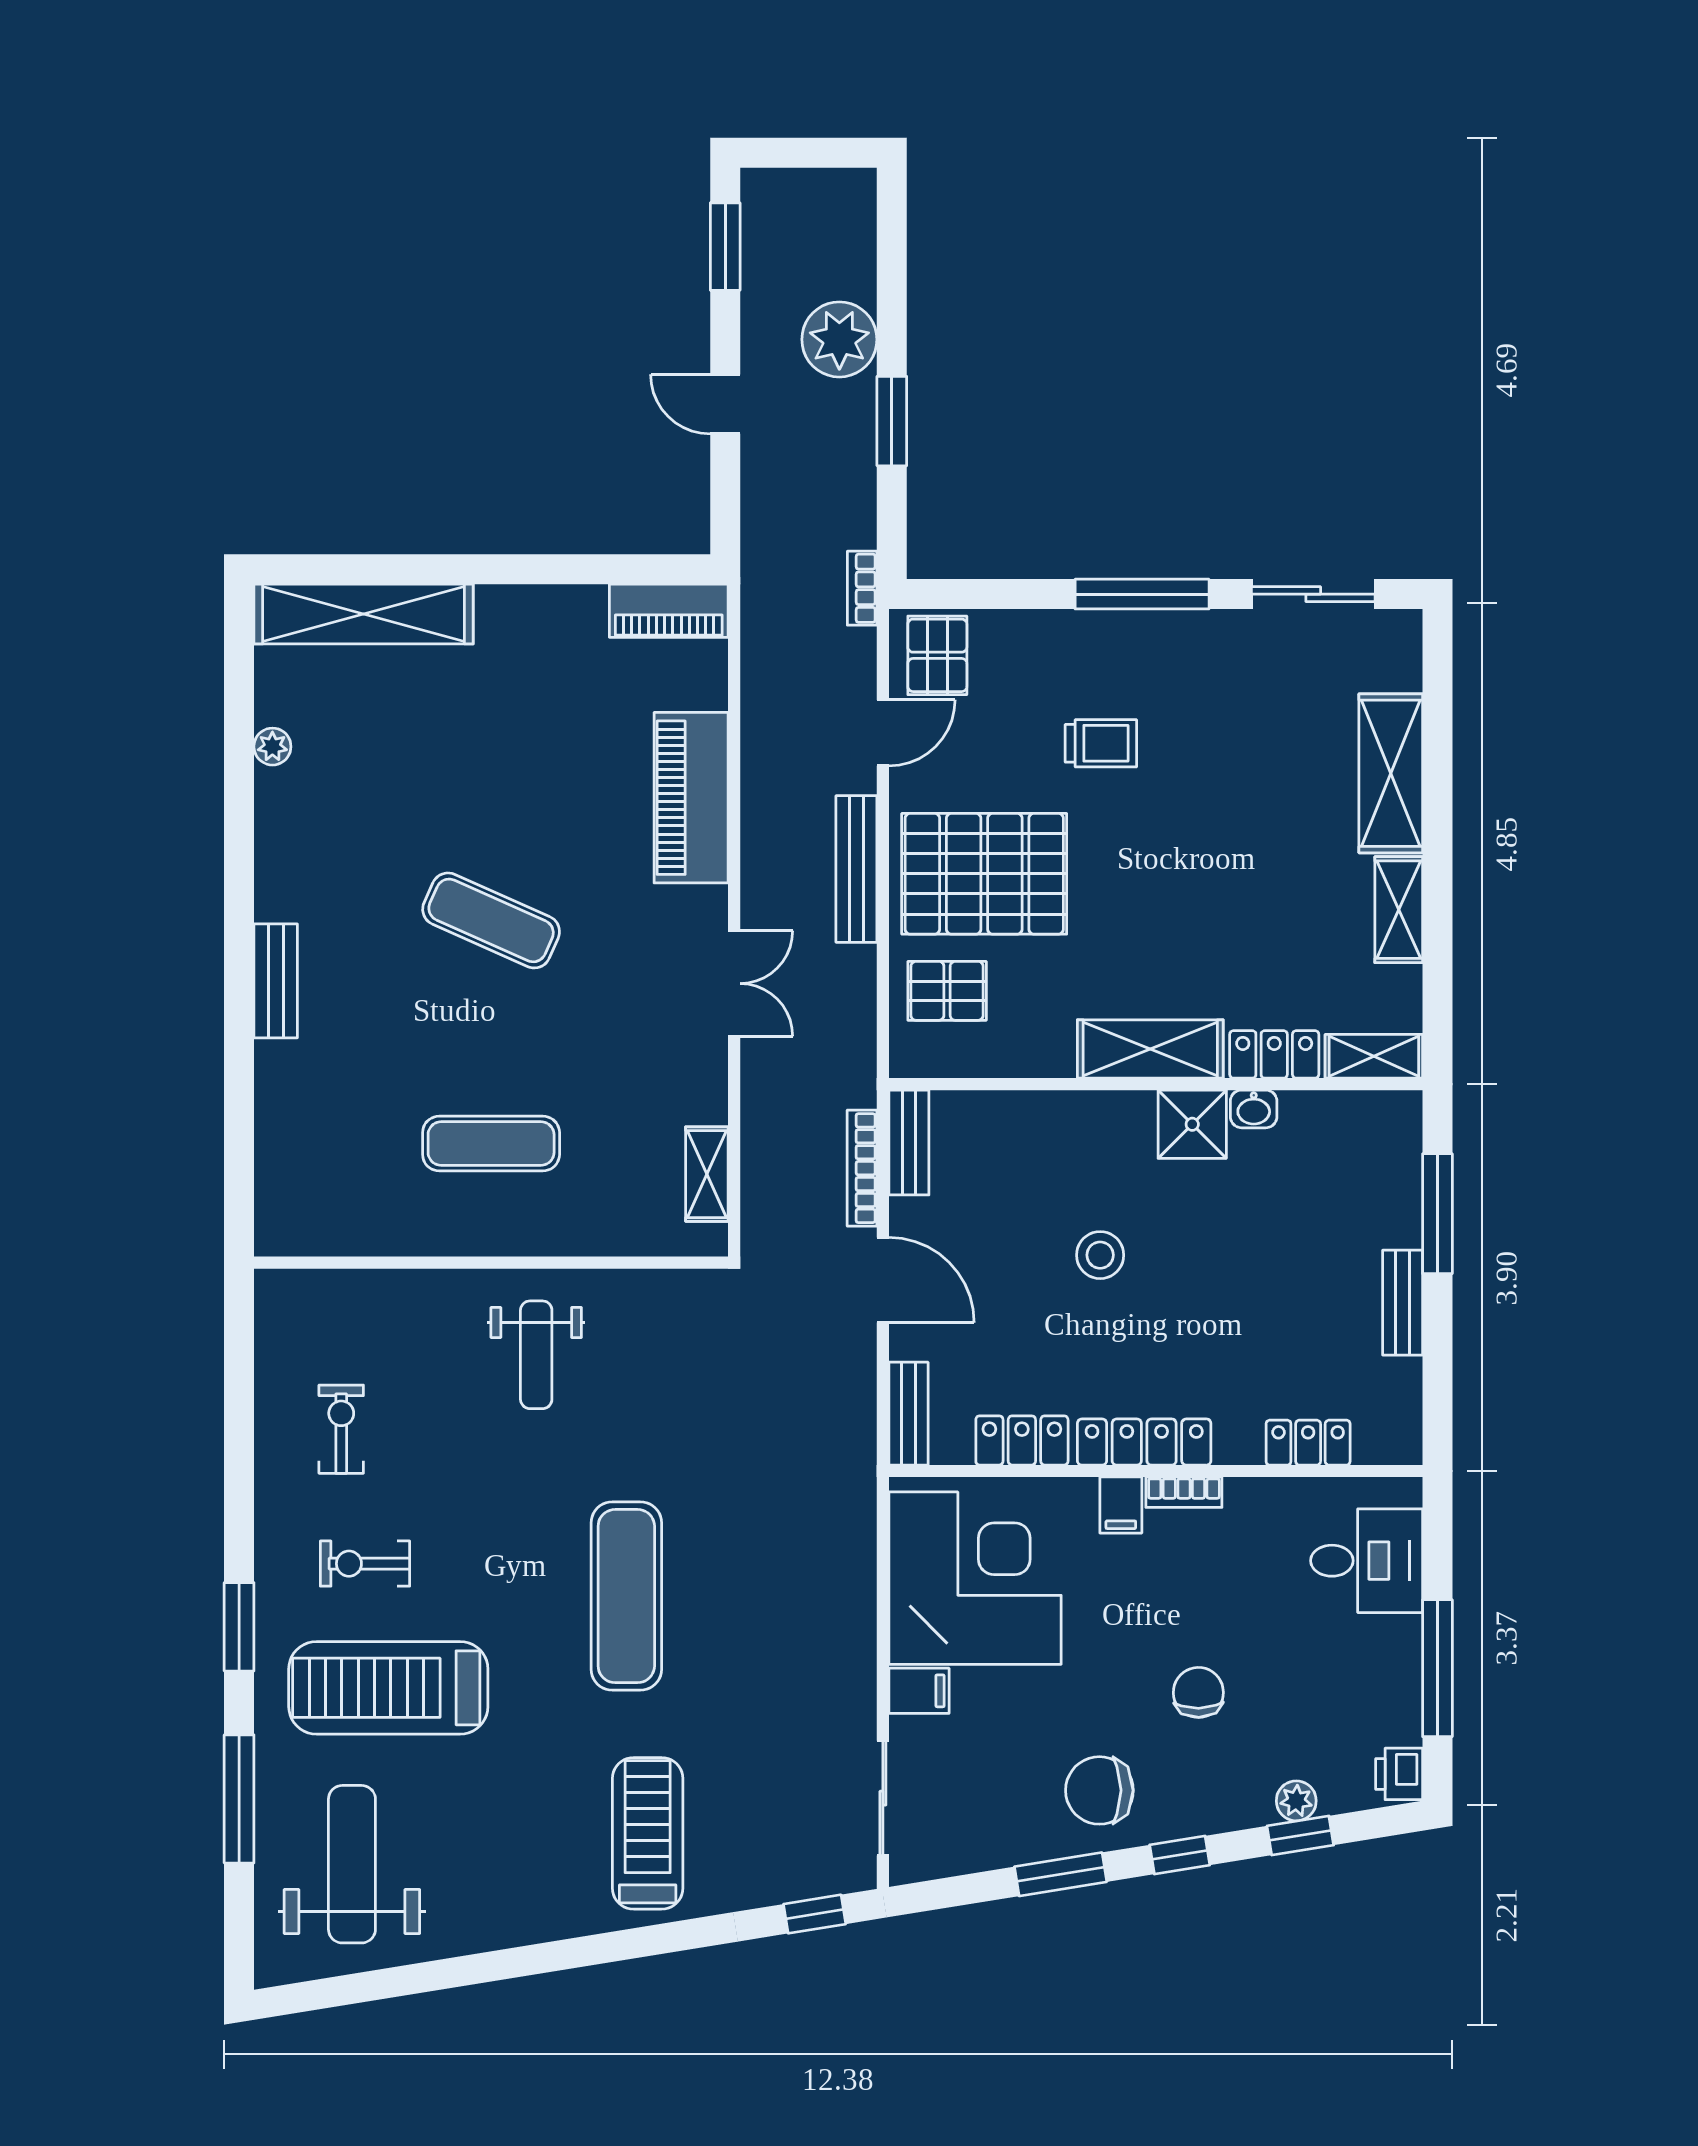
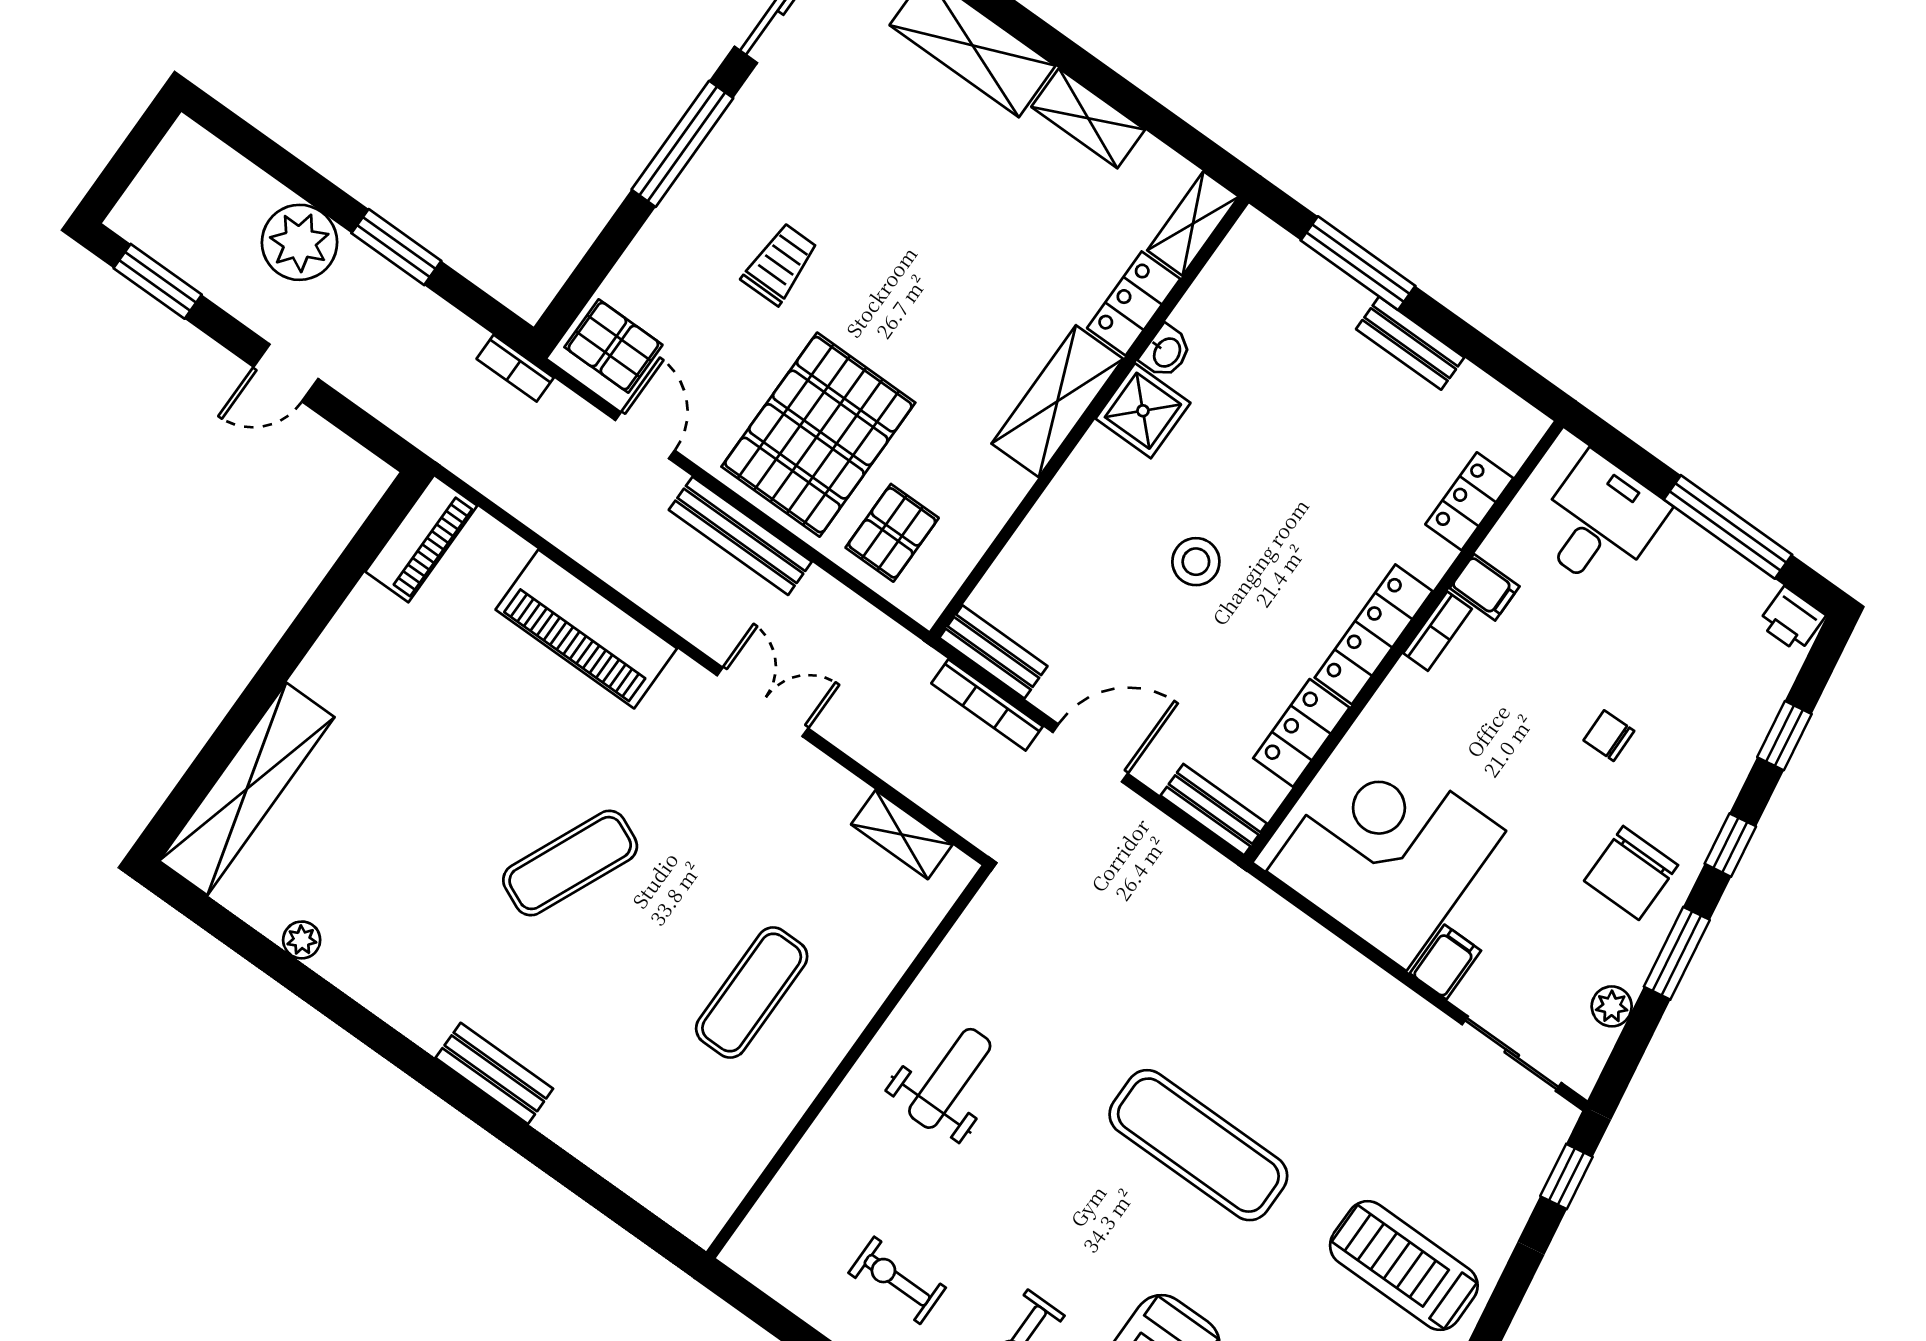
weight bench: (536, 1355) -> (950, 1078), turned -90
filing cabinet: (1121, 1505) -> (1485, 587), moved
chair: (1198, 1692) -> (1609, 736), width x0.73, depth x0.73
plant: (1296, 1801) -> (1612, 1006), moved

